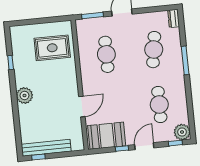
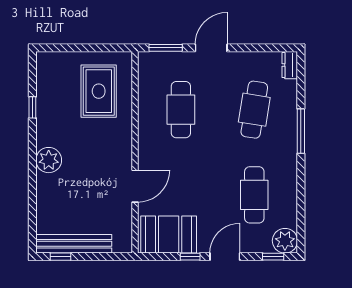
rug: (52, 48) -> (99, 91), turned 90

